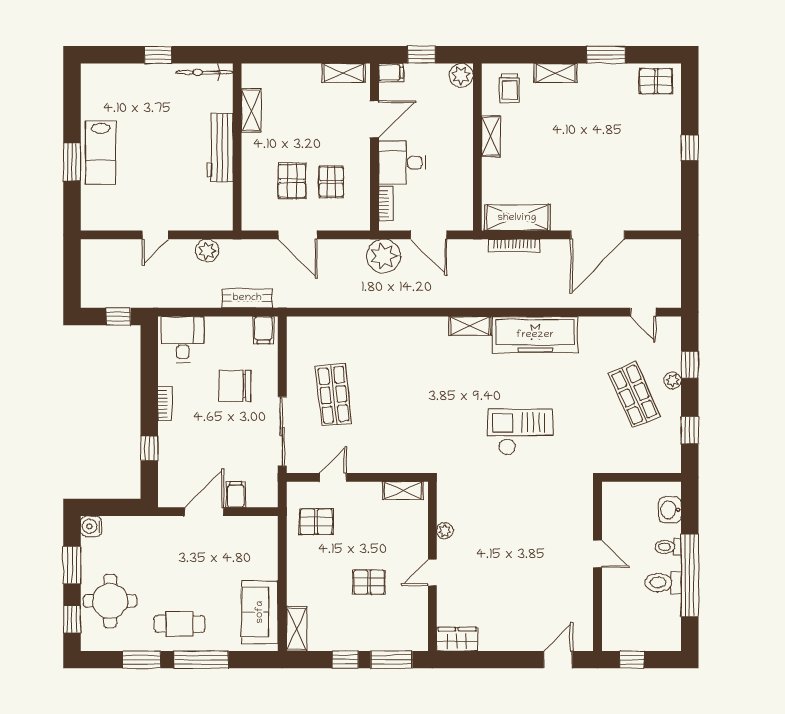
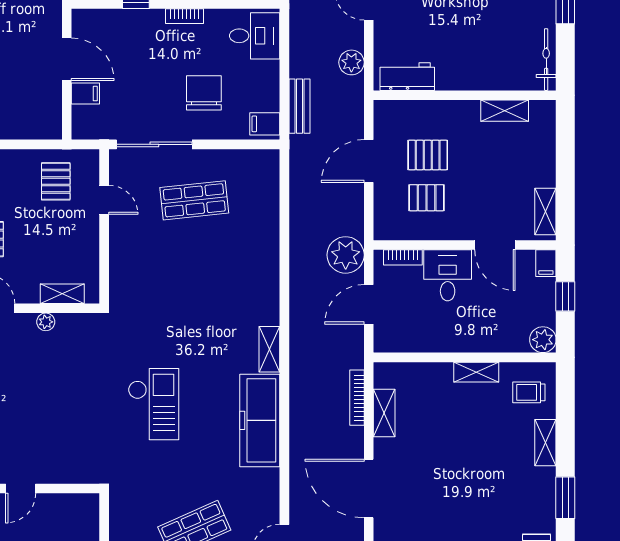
workbench: (220, 148) -> (407, 77), moved, width x0.73
shelving: (517, 218) -> (384, 413), width x0.67, depth x0.75
shelving: (403, 491) -> (62, 294), moved, turned 90

